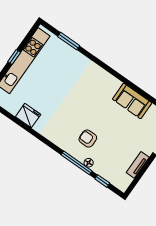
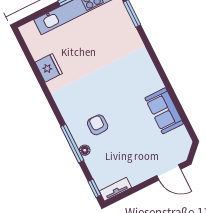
tv unit: (138, 165) -> (115, 189), moved
window: (102, 181) -> (95, 188), moved

